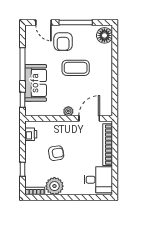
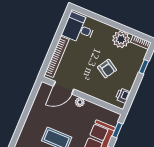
armchair: (56, 153) -> (107, 69), turned -139

